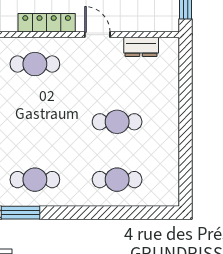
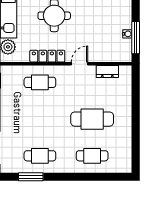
door: (97, 35) -> (80, 64), hinge flipped
cafe table: (117, 122) -> (92, 119), width x1.37, depth x1.35

